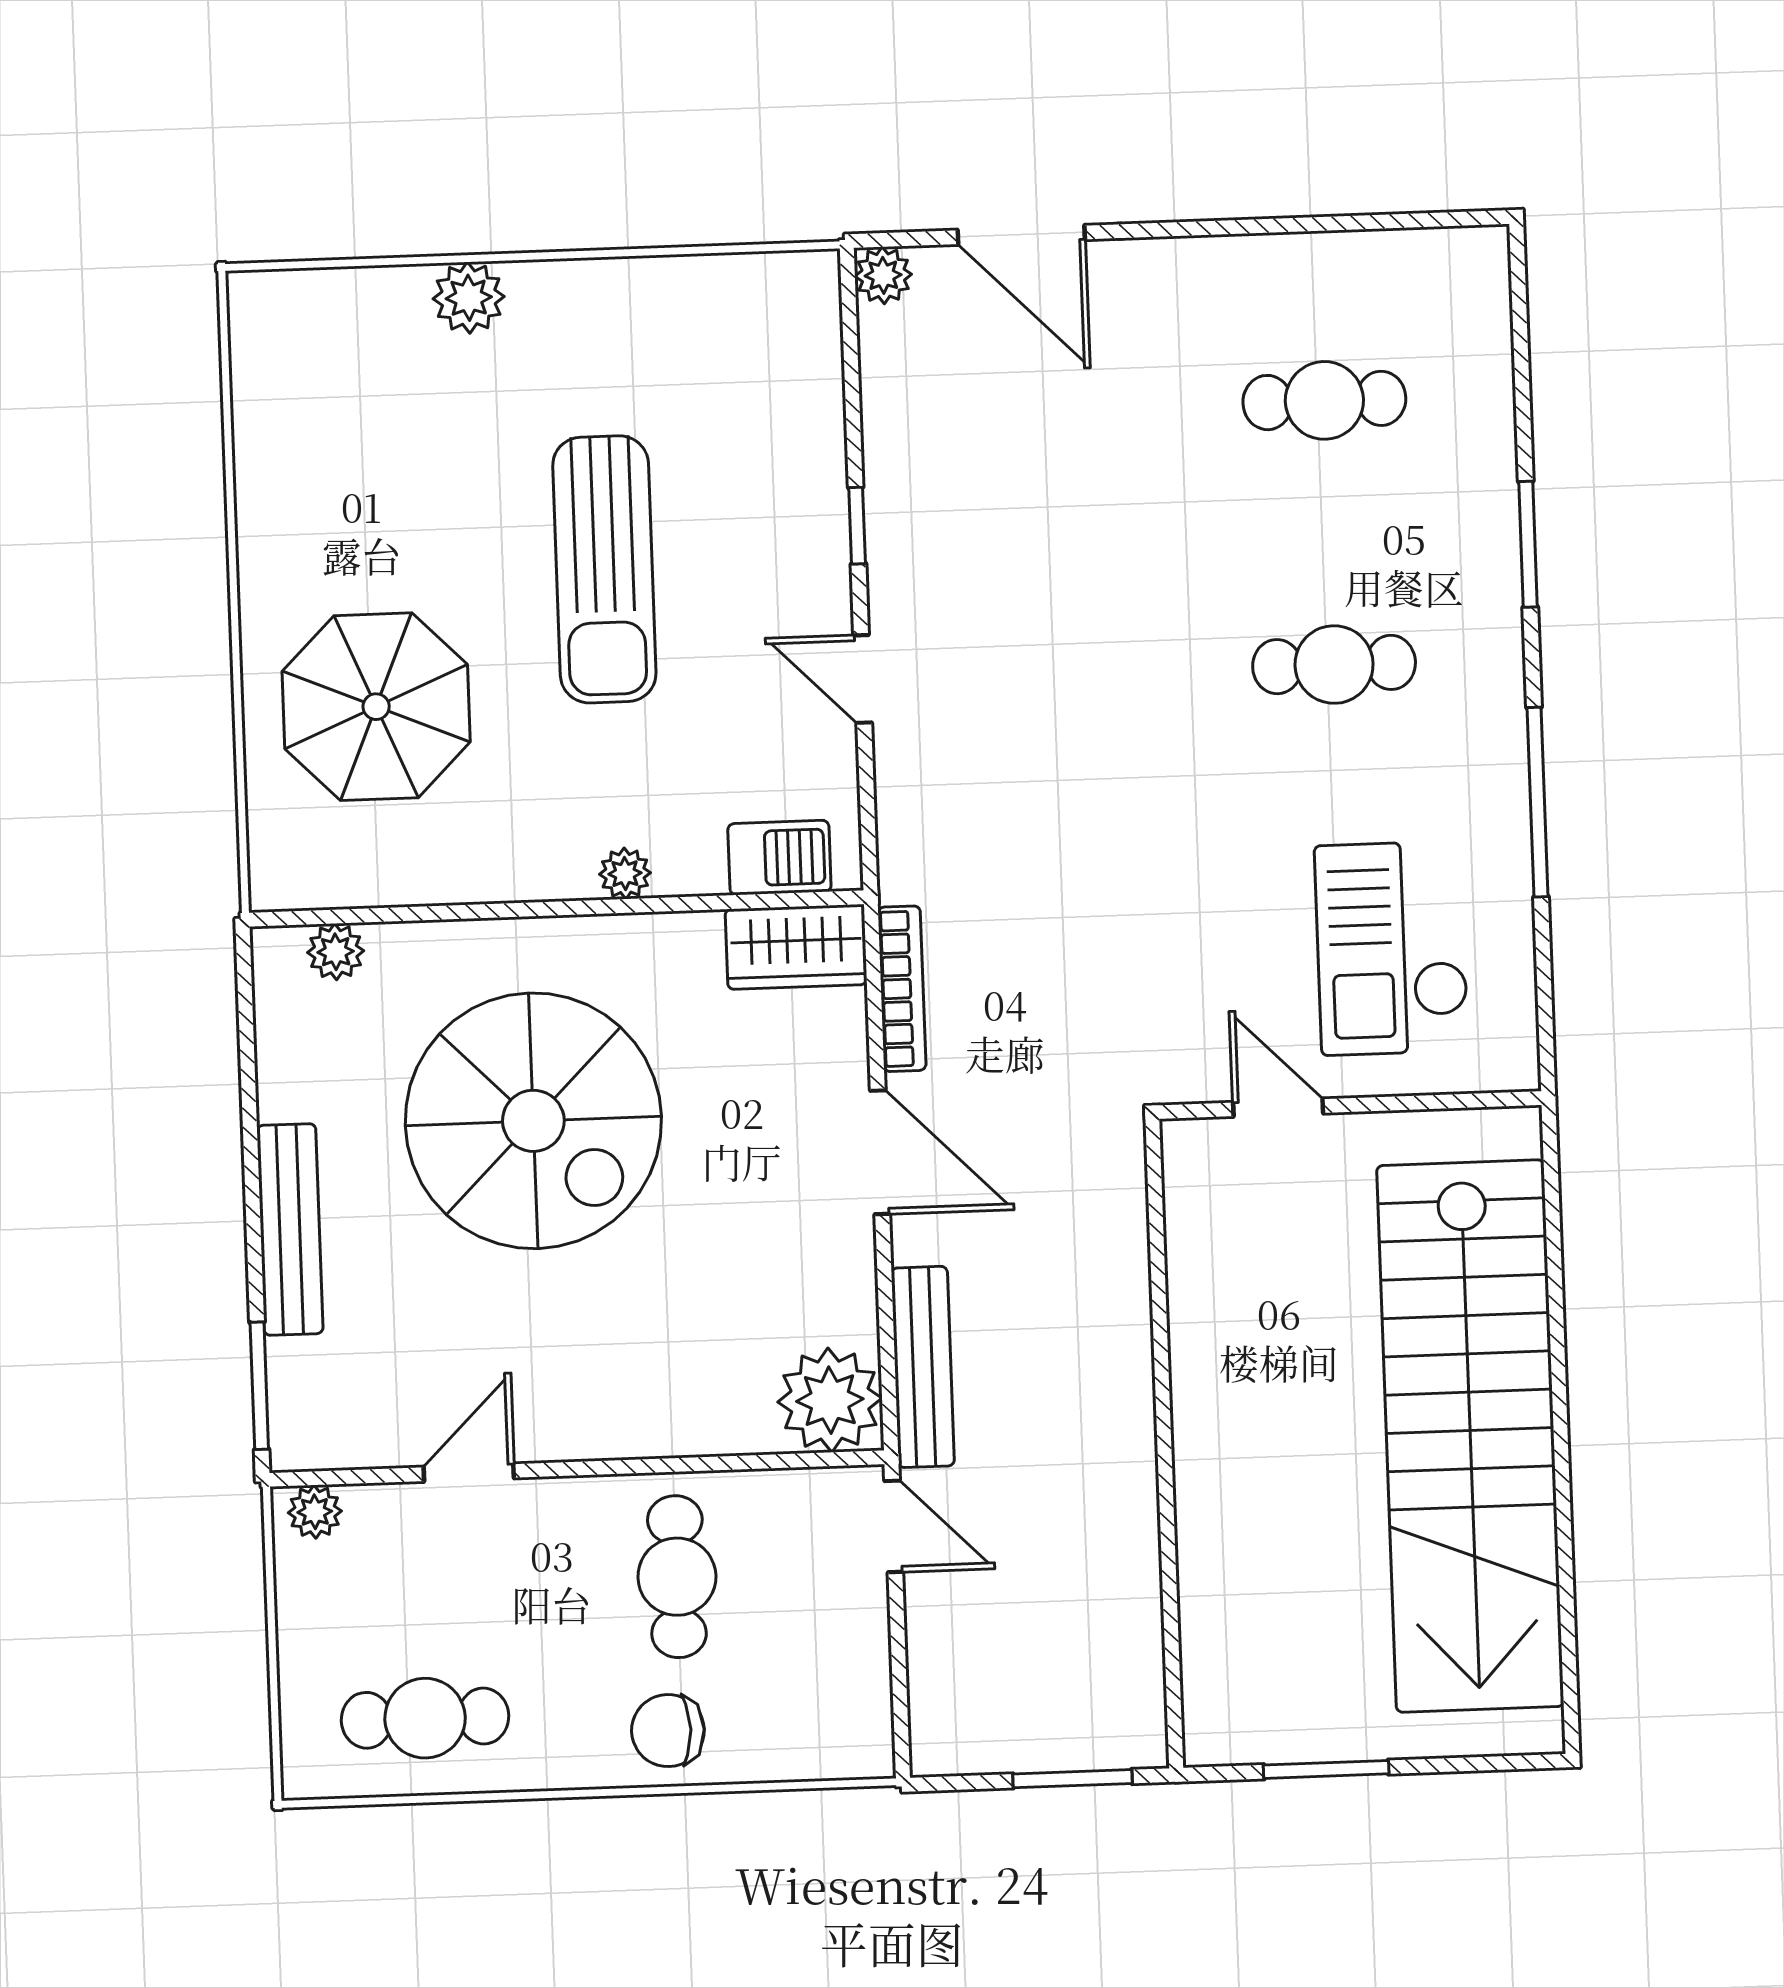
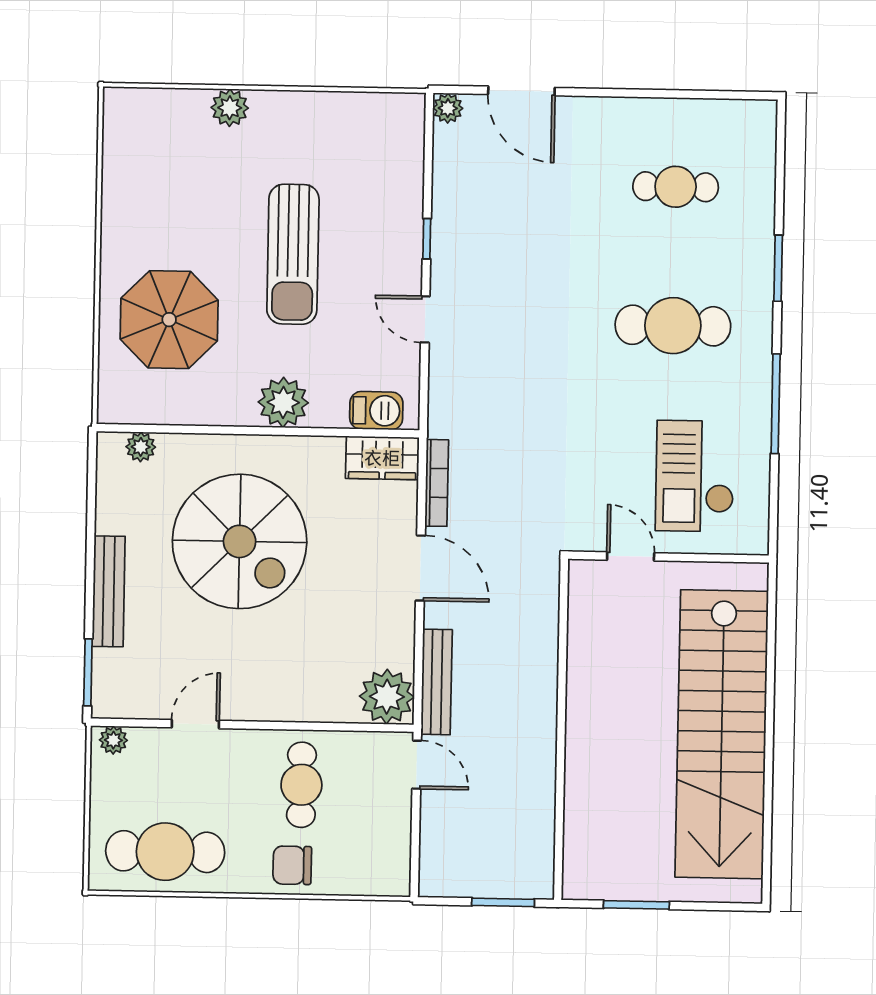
cafe table: (1334, 665) -> (673, 326), width x1.37, depth x1.35
plant: (625, 874) -> (283, 402), width x1.87, depth x1.87
cafe table: (425, 1718) -> (165, 852), width x1.37, depth x1.35

